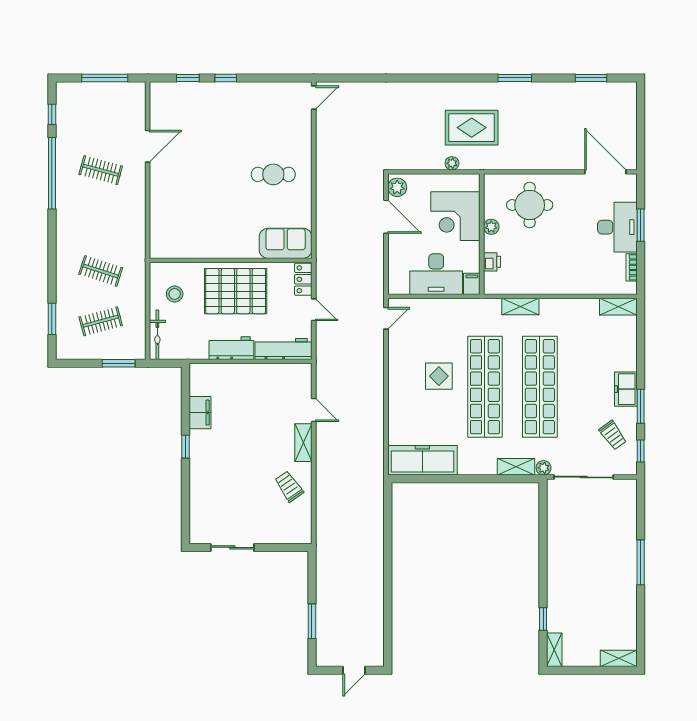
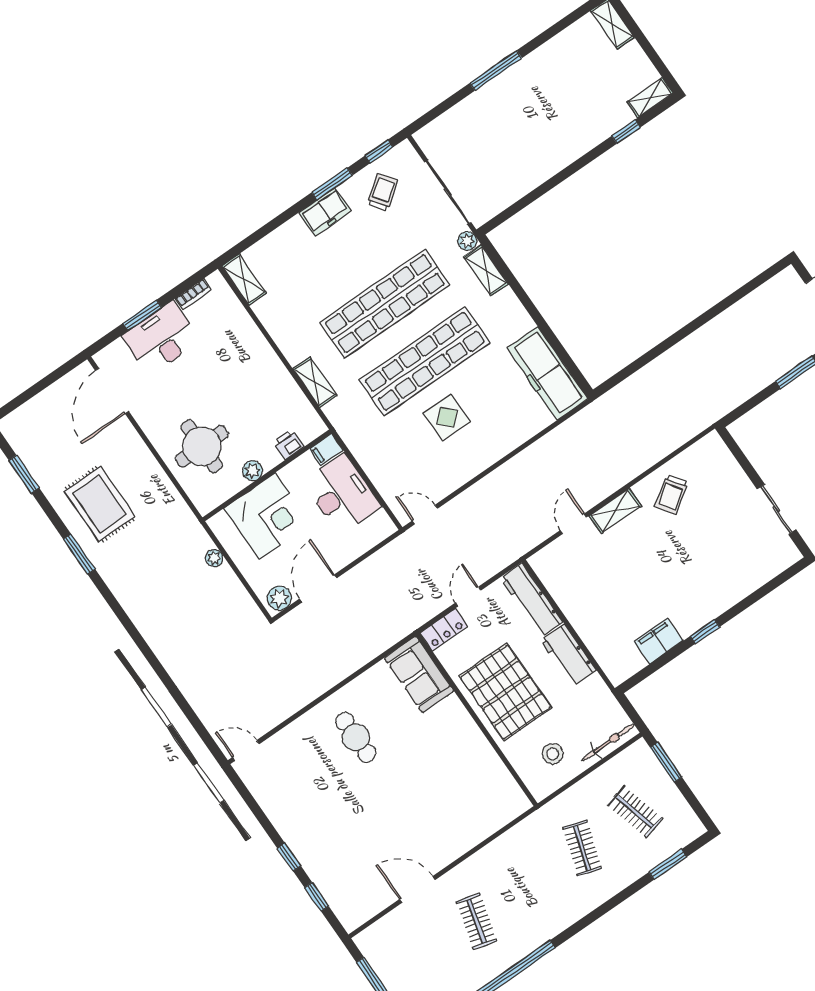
rug: (472, 128) -> (100, 504), moved

